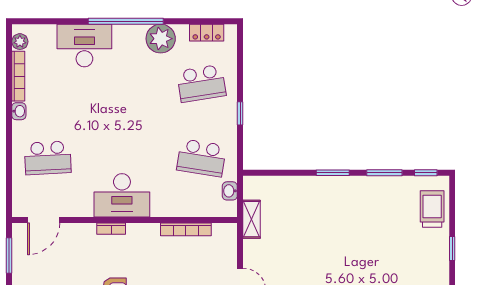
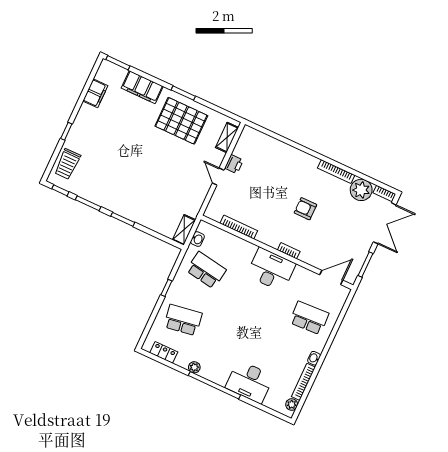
plant: (161, 39) -> (194, 367), width x0.53, depth x0.53
shelving: (251, 219) -> (184, 230), moved

